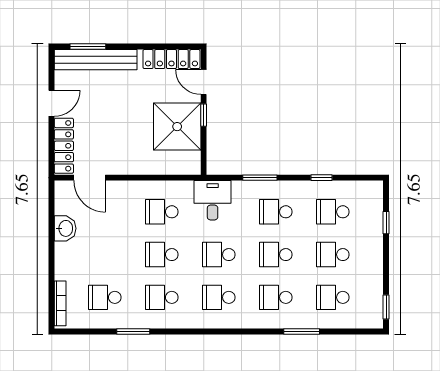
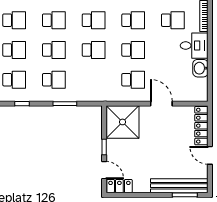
locker: (171, 59) -> (119, 186), width x0.66
door: (52, 103) -> (210, 155), hinge flipped
shower: (177, 127) -> (123, 122), moved
door: (90, 178) -> (161, 104), moved
desk: (213, 200) -> (194, 46), moved, turned -90

